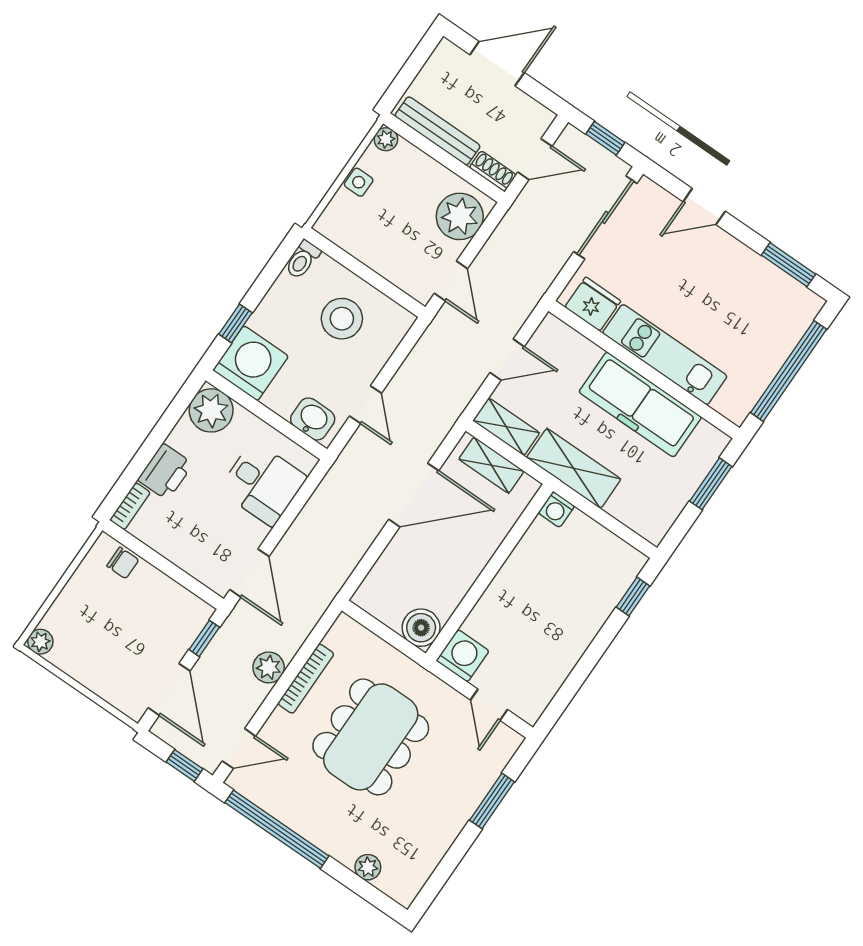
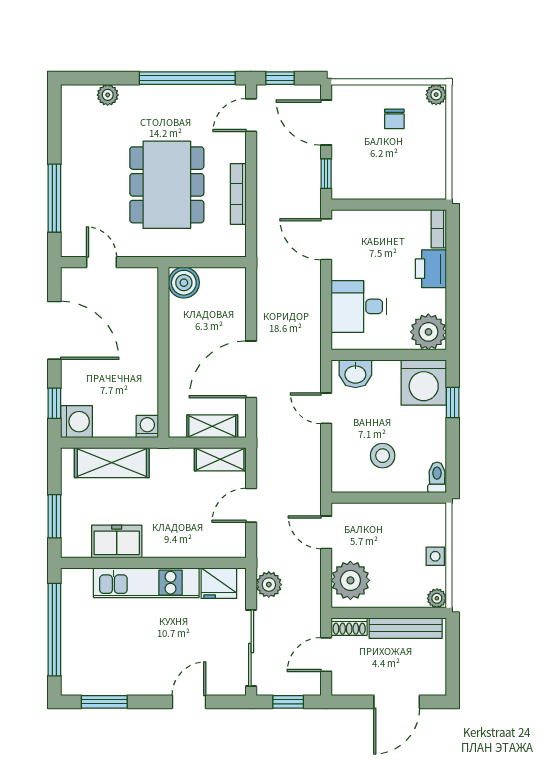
stool: (342, 319) -> (383, 456), width x0.73, depth x0.73
freezer: (640, 404) -> (117, 541), width x0.52, depth x0.79
shelving: (574, 468) -> (112, 463), moved
chair: (123, 563) -> (394, 119), moved, turned -90
washing machine: (463, 656) -> (77, 422), moved, turned -90
plant: (269, 667) -> (269, 585), moved
door: (583, 669) -> (54, 330), added
window: (492, 801) -> (54, 198), width x1.44

